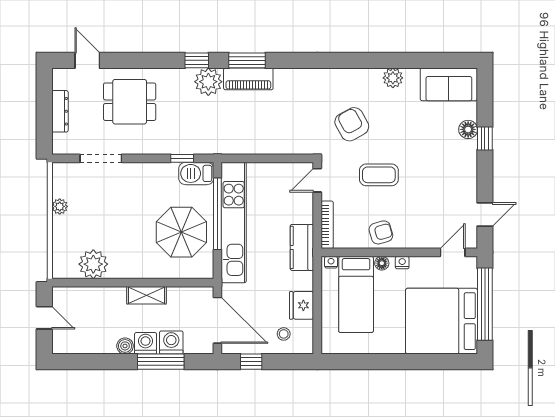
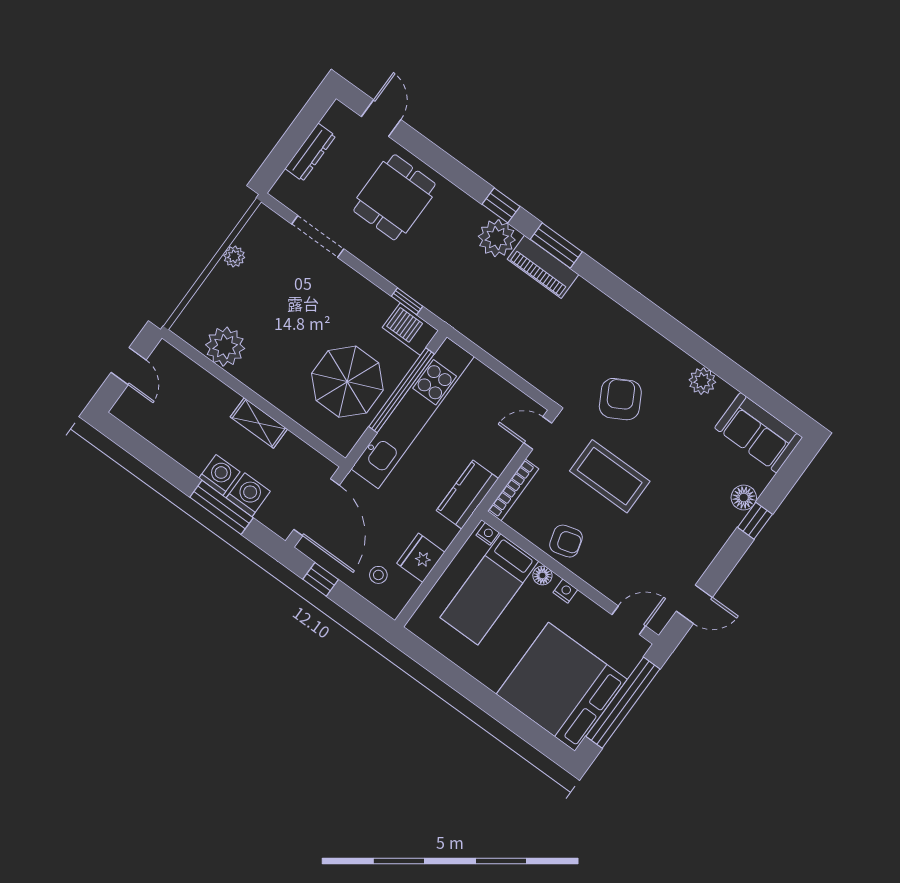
dining table: (130, 102) -> (394, 197), turned 90
coffee table: (379, 175) -> (610, 476), width x1.36, depth x1.32
boiler: (125, 346) -> (195, 462), removed

